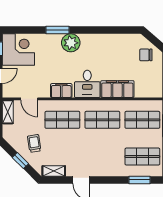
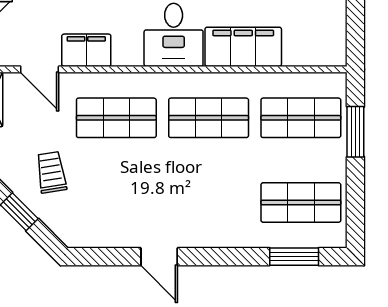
filing cabinet: (61, 91) -> (86, 50), moved
shelving: (54, 171) -> (96, 236), removed

